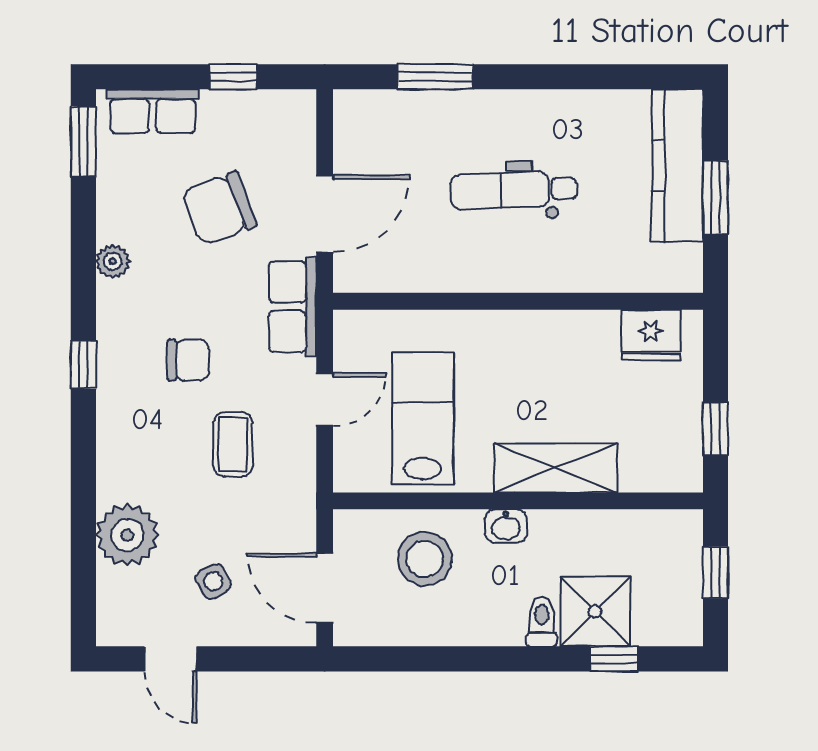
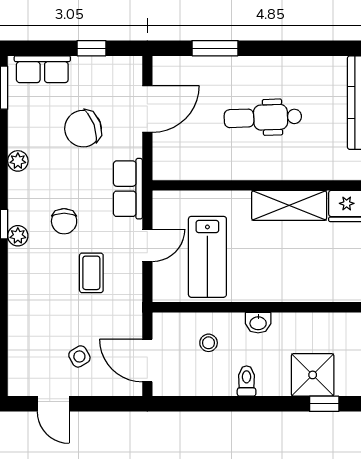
door: (325, 214) -> (147, 109), moved
chair: (188, 360) -> (64, 221), turned 90
lab bench: (423, 418) -> (207, 257), turned 180
shelving: (556, 468) -> (289, 205), moved
plant: (127, 535) -> (18, 236), moved, width x0.53, depth x0.53
stool: (425, 559) -> (209, 343), width x0.53, depth x0.53
toilet: (542, 622) -> (247, 381), moved

